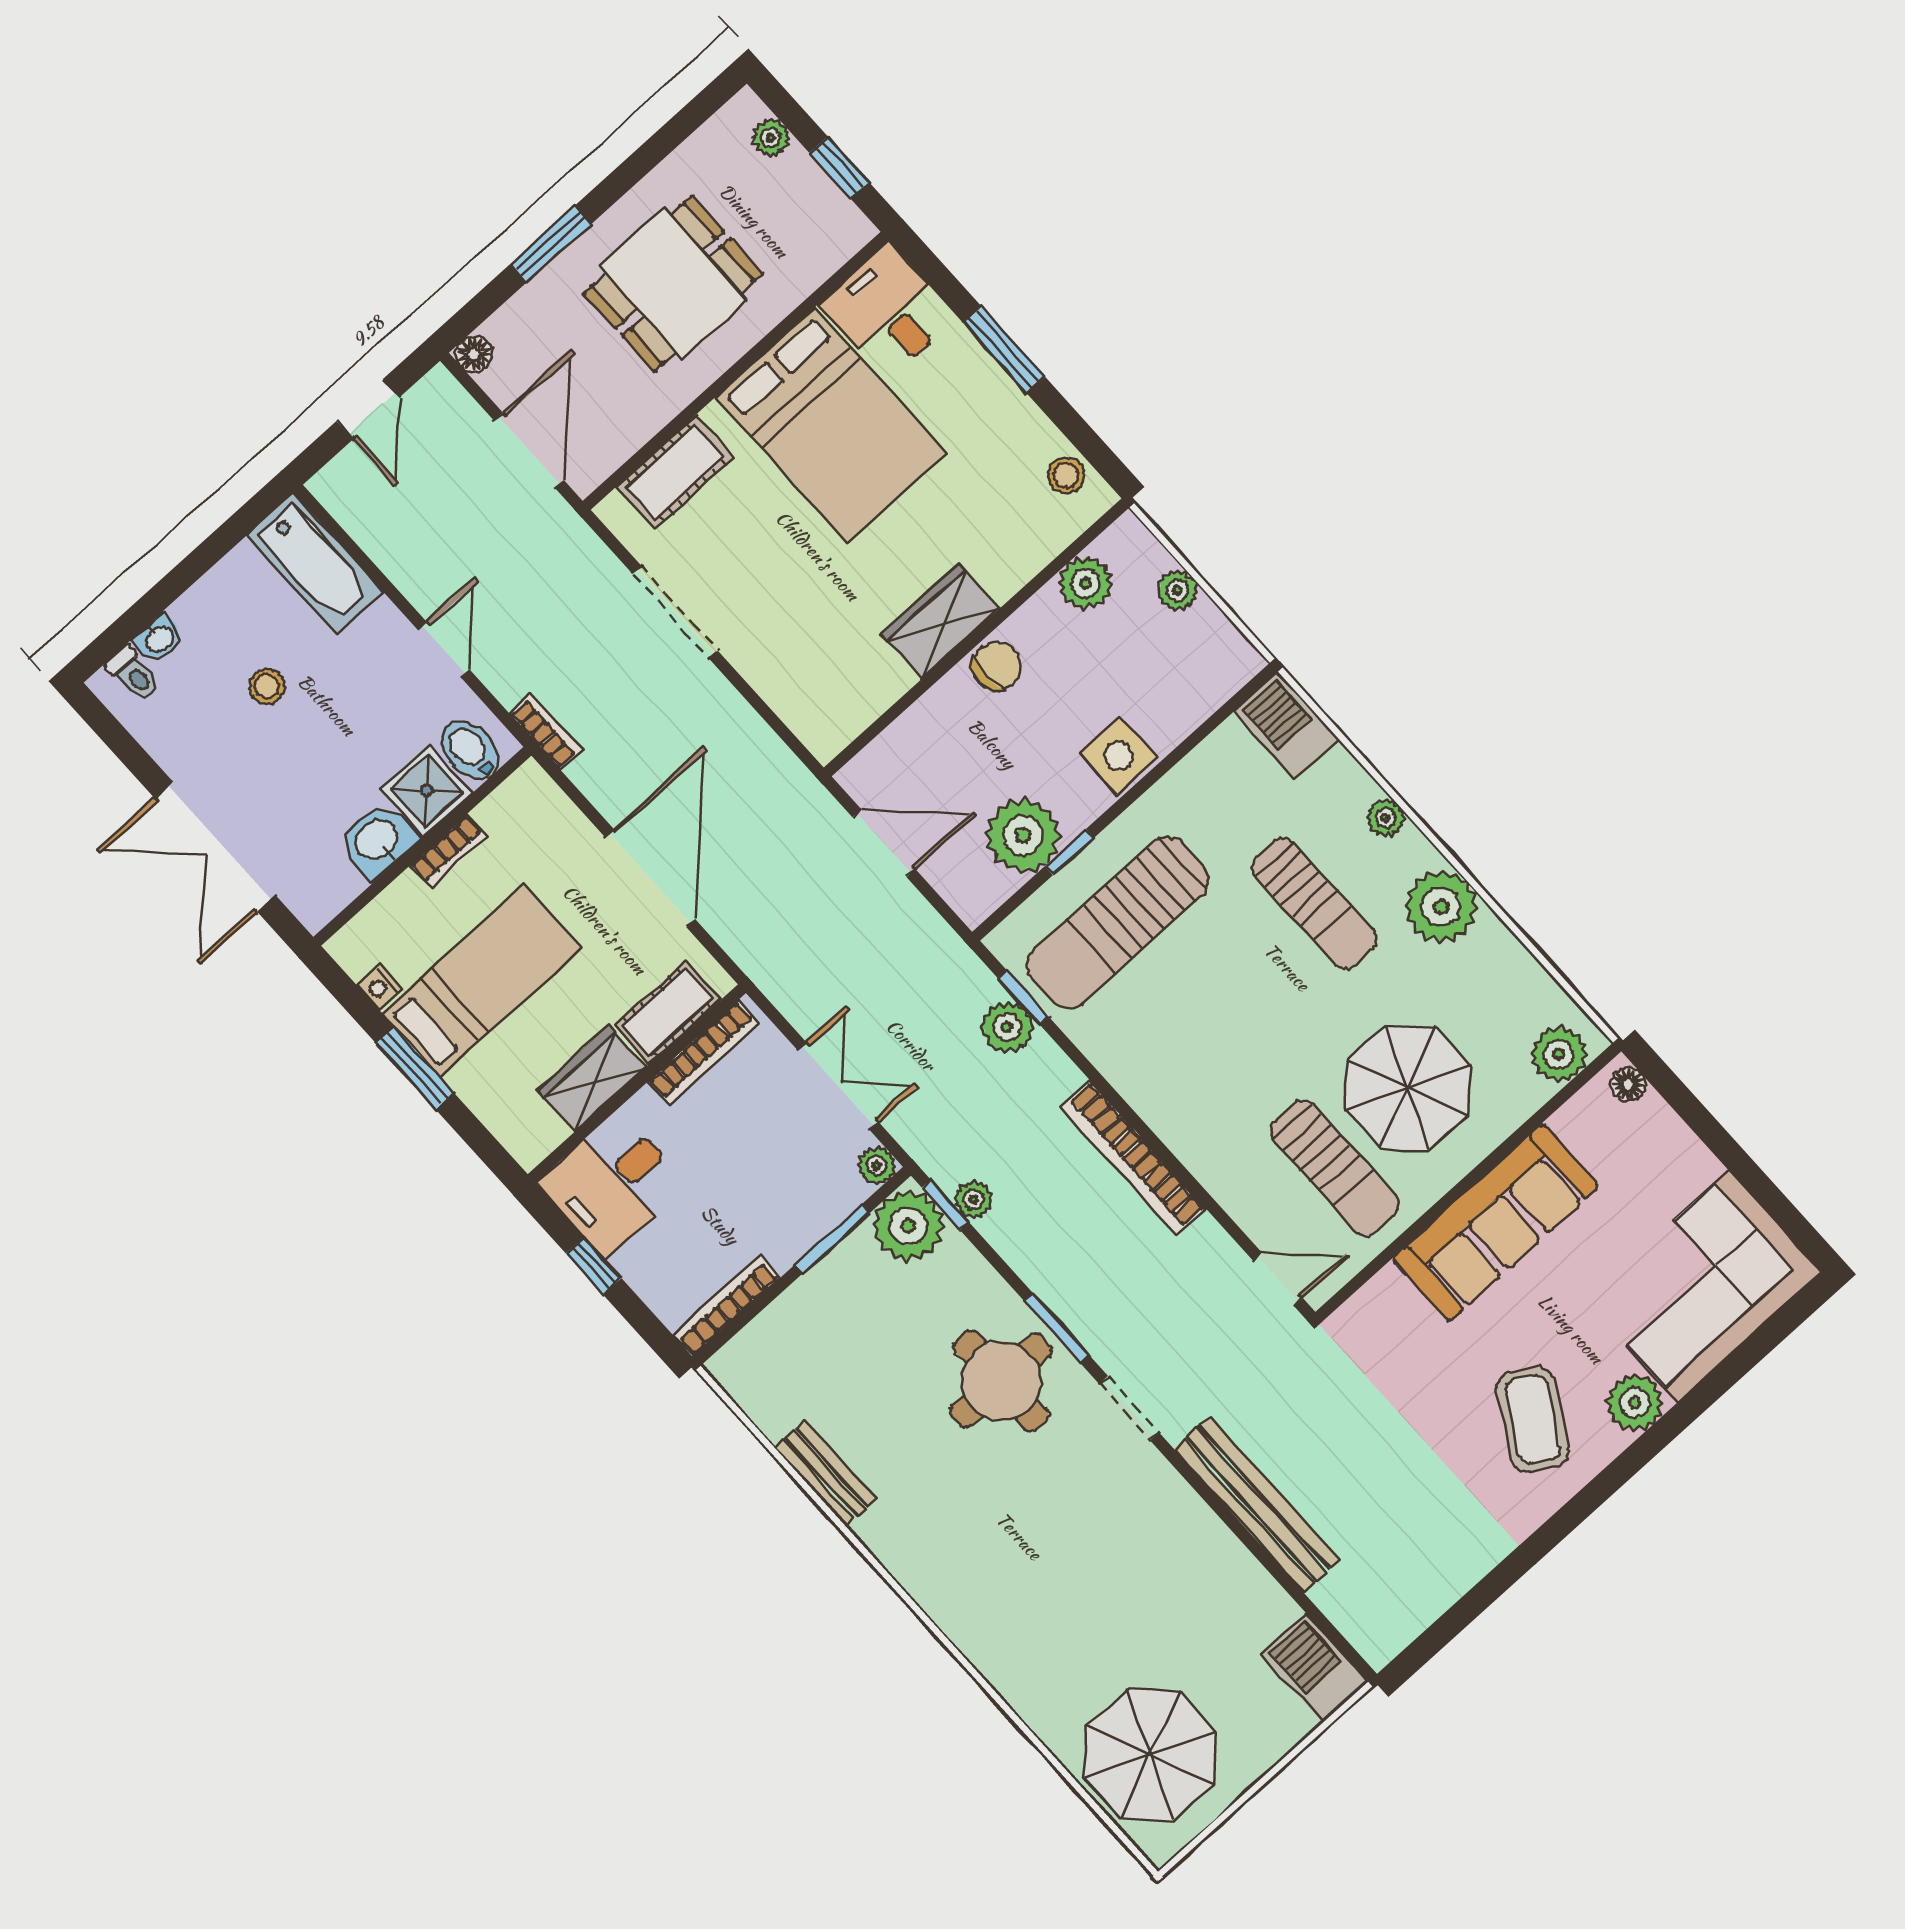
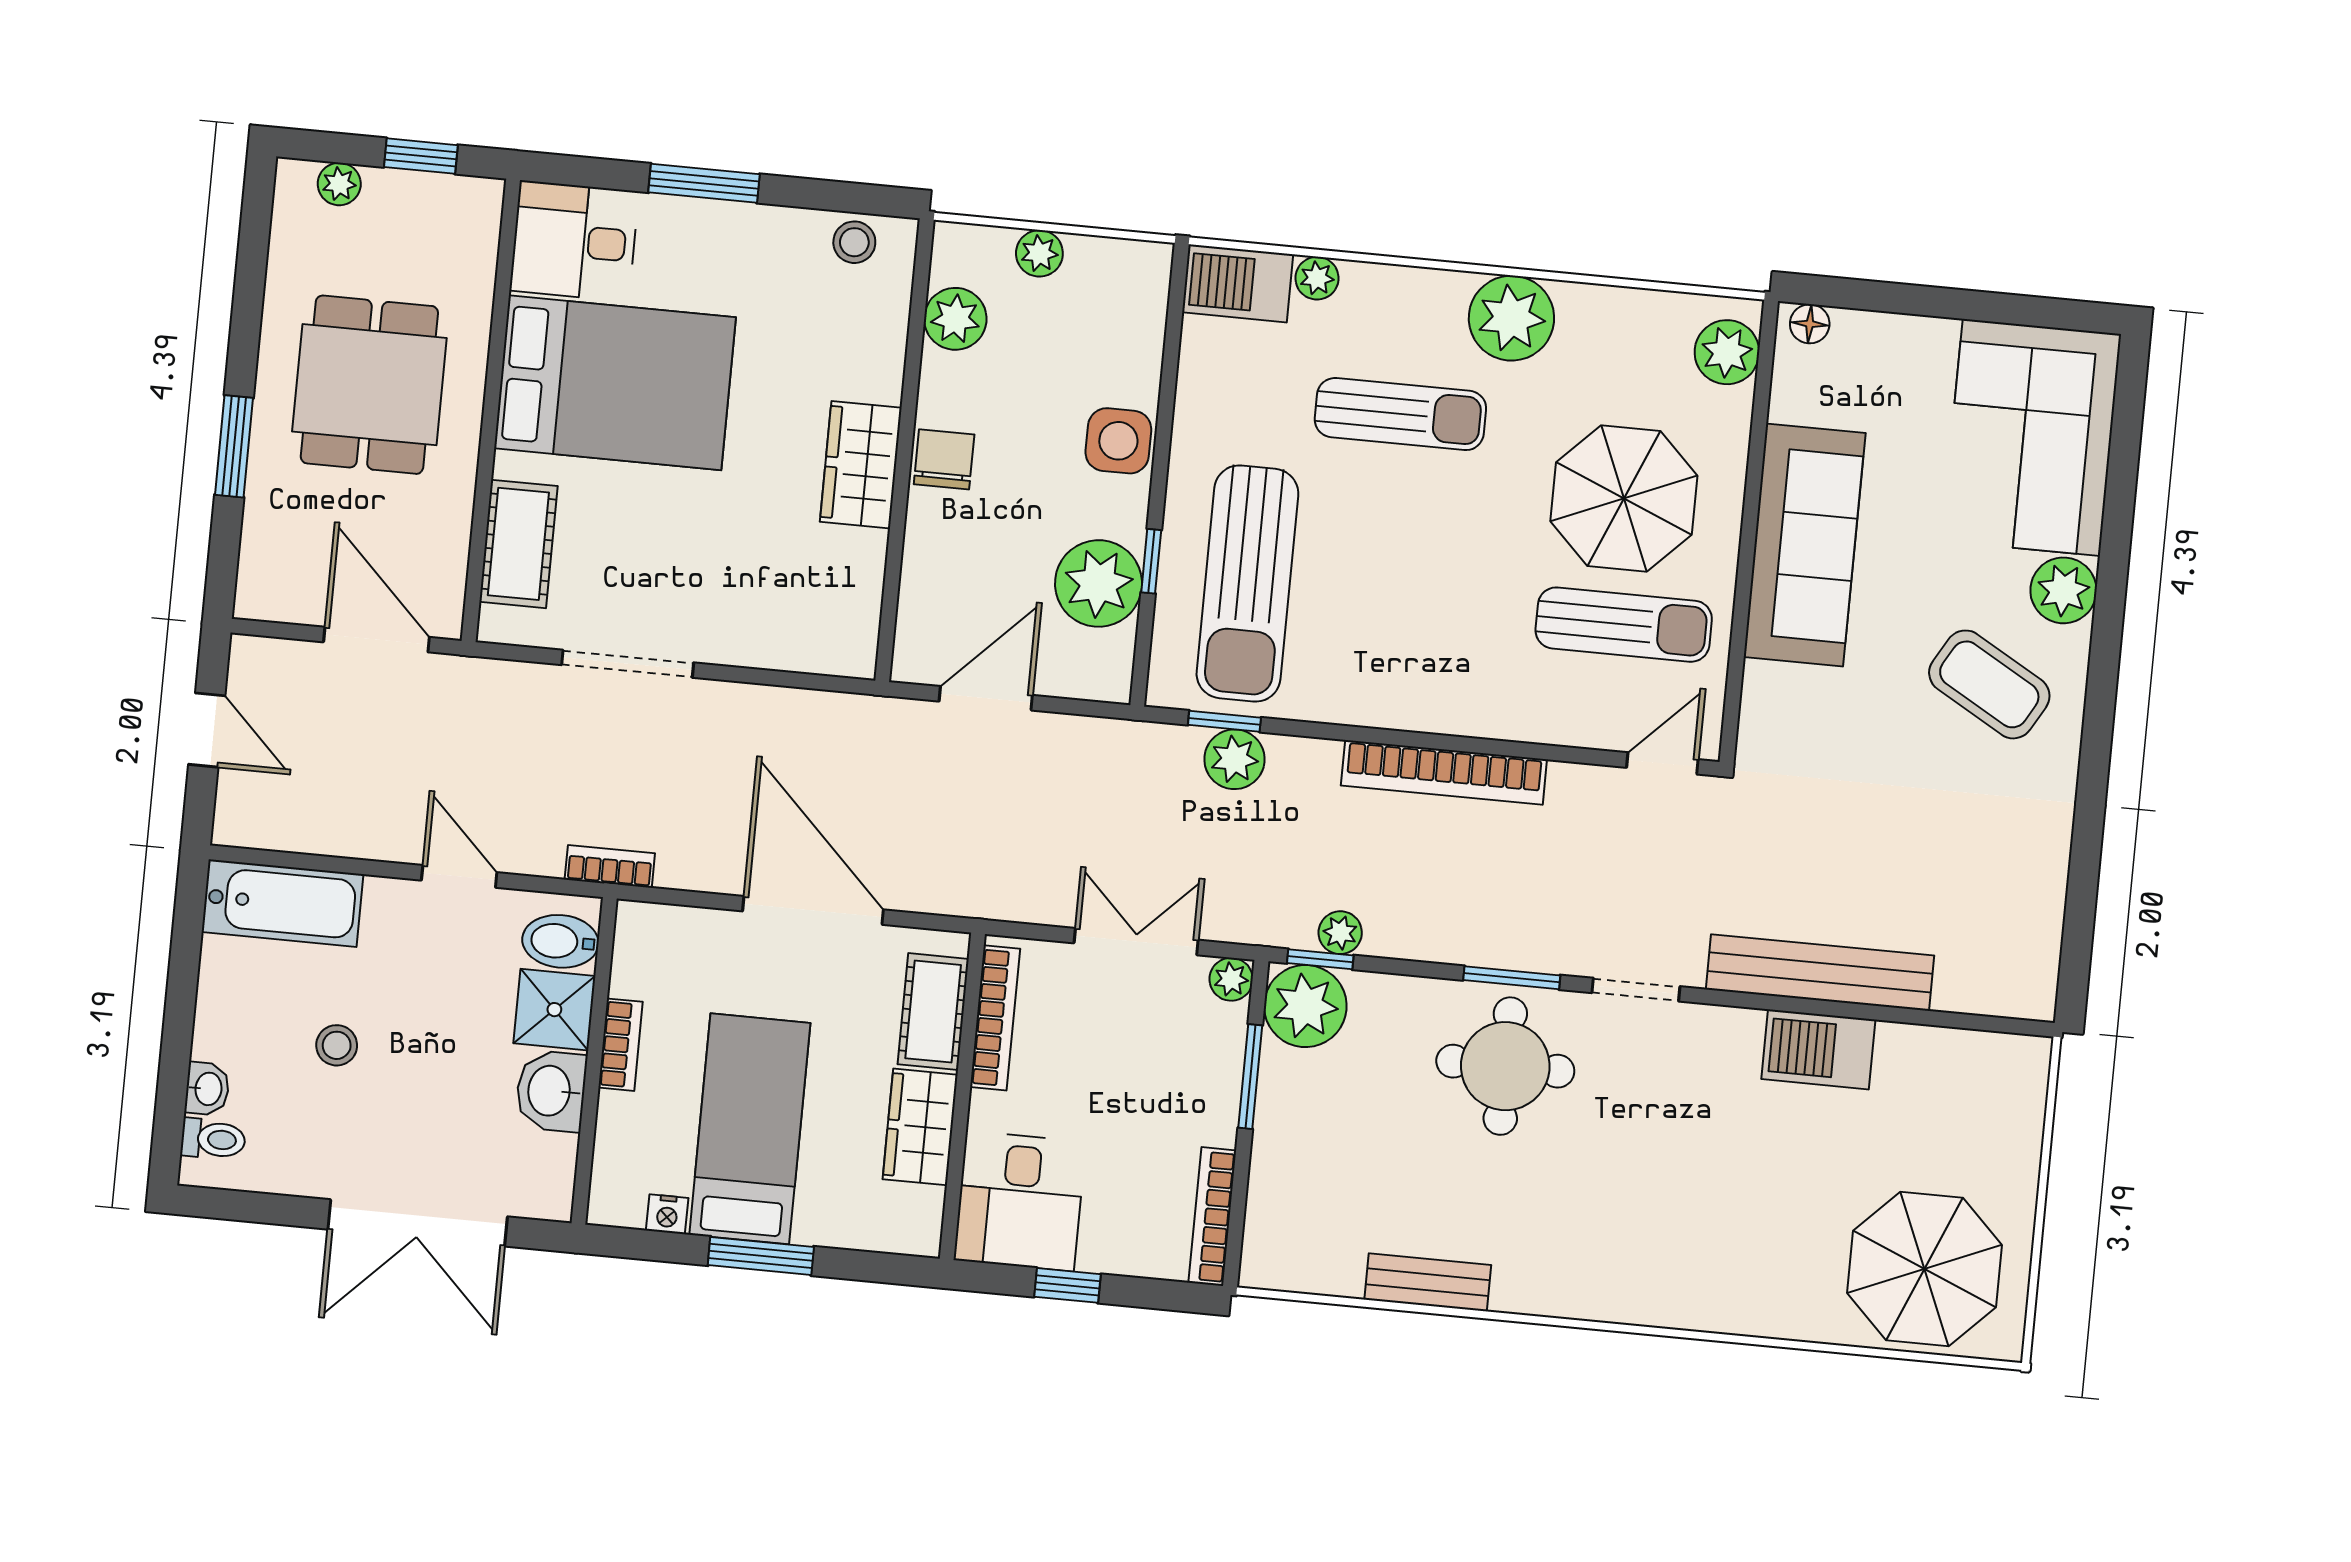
floor lamp: (474, 354) -> (254, 600), removed
plant: (1385, 818) -> (1317, 278), moved
barbecue: (1315, 1668) -> (1818, 1049), moved

